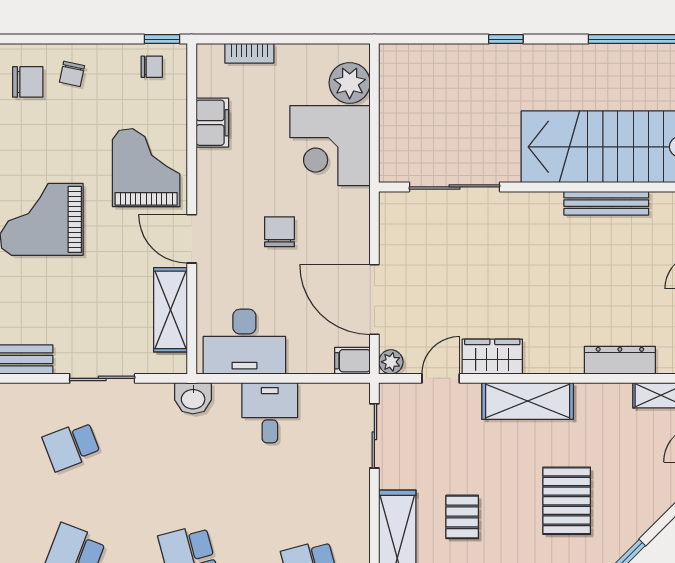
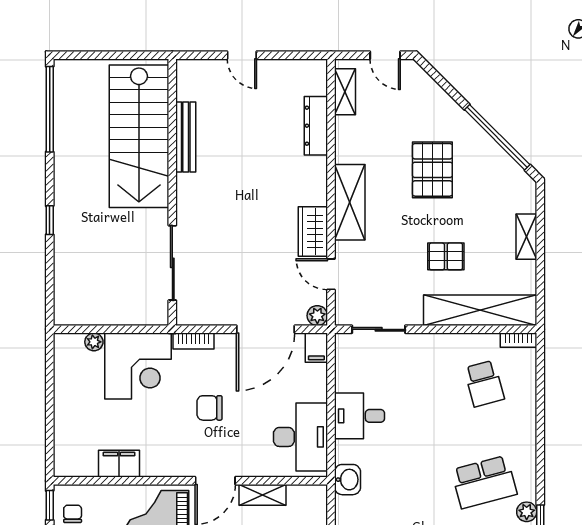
bookcase: (249, 53) -> (193, 341), moved, turned 90
plant: (350, 83) -> (94, 342), width x0.53, depth x0.53
shelving: (170, 310) -> (262, 495), width x0.67, depth x0.75
pallet: (567, 501) -> (432, 170), turned 90

